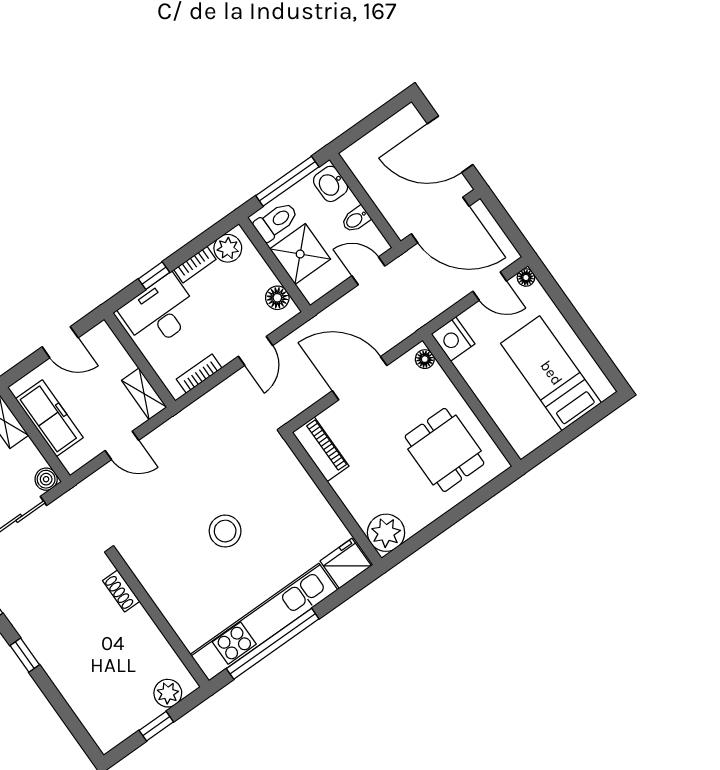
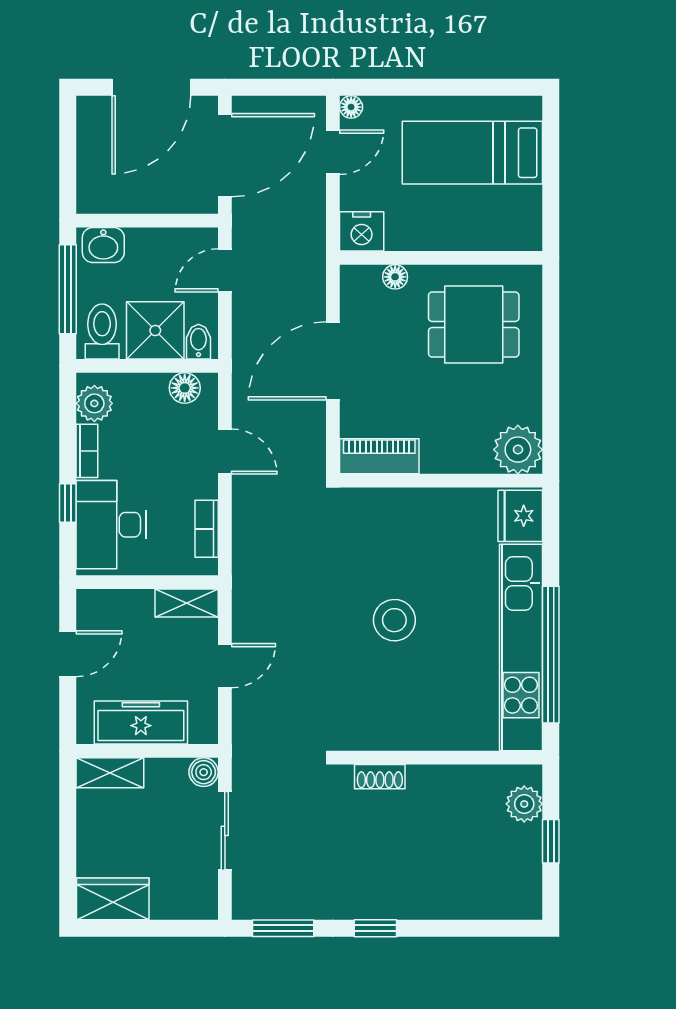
bidet: (356, 219) -> (198, 342), moved, turned 180
floor lamp: (425, 359) -> (395, 277), moved

